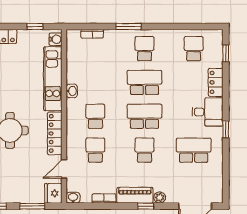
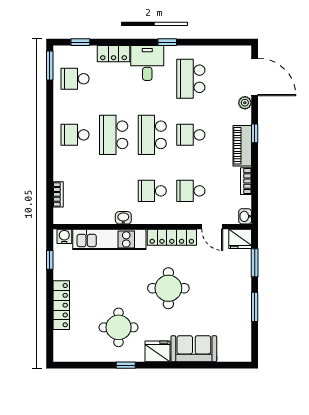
window: (129, 26) -> (50, 66), moved
plant: (160, 197) -> (245, 103), moved

